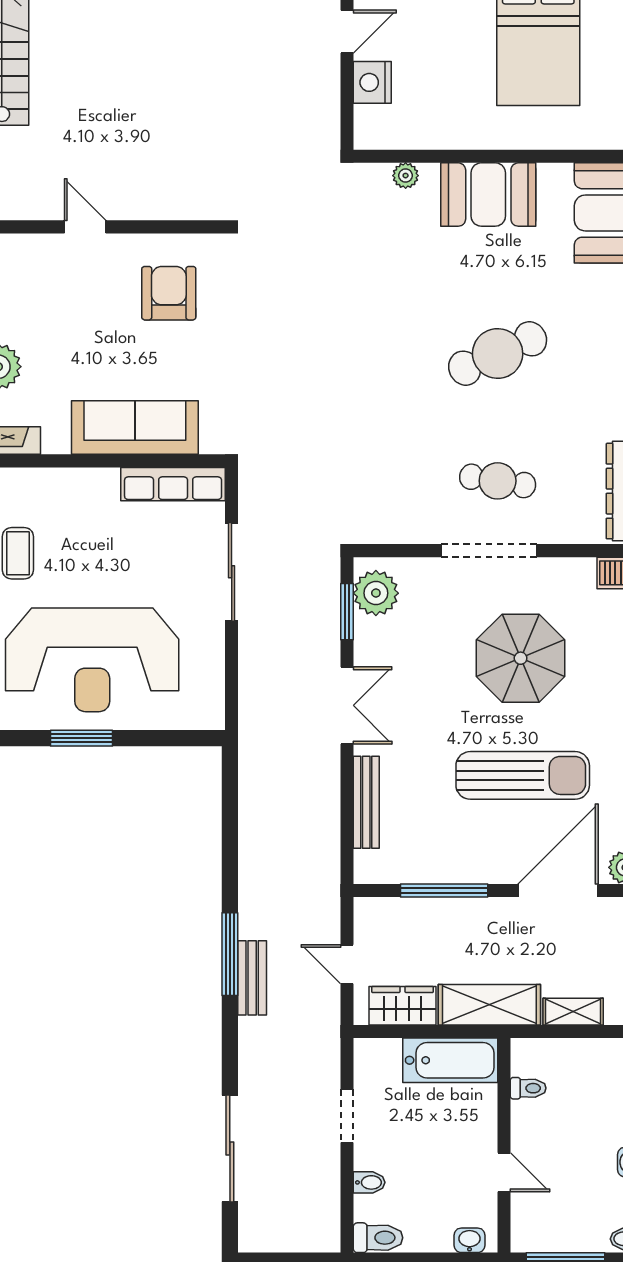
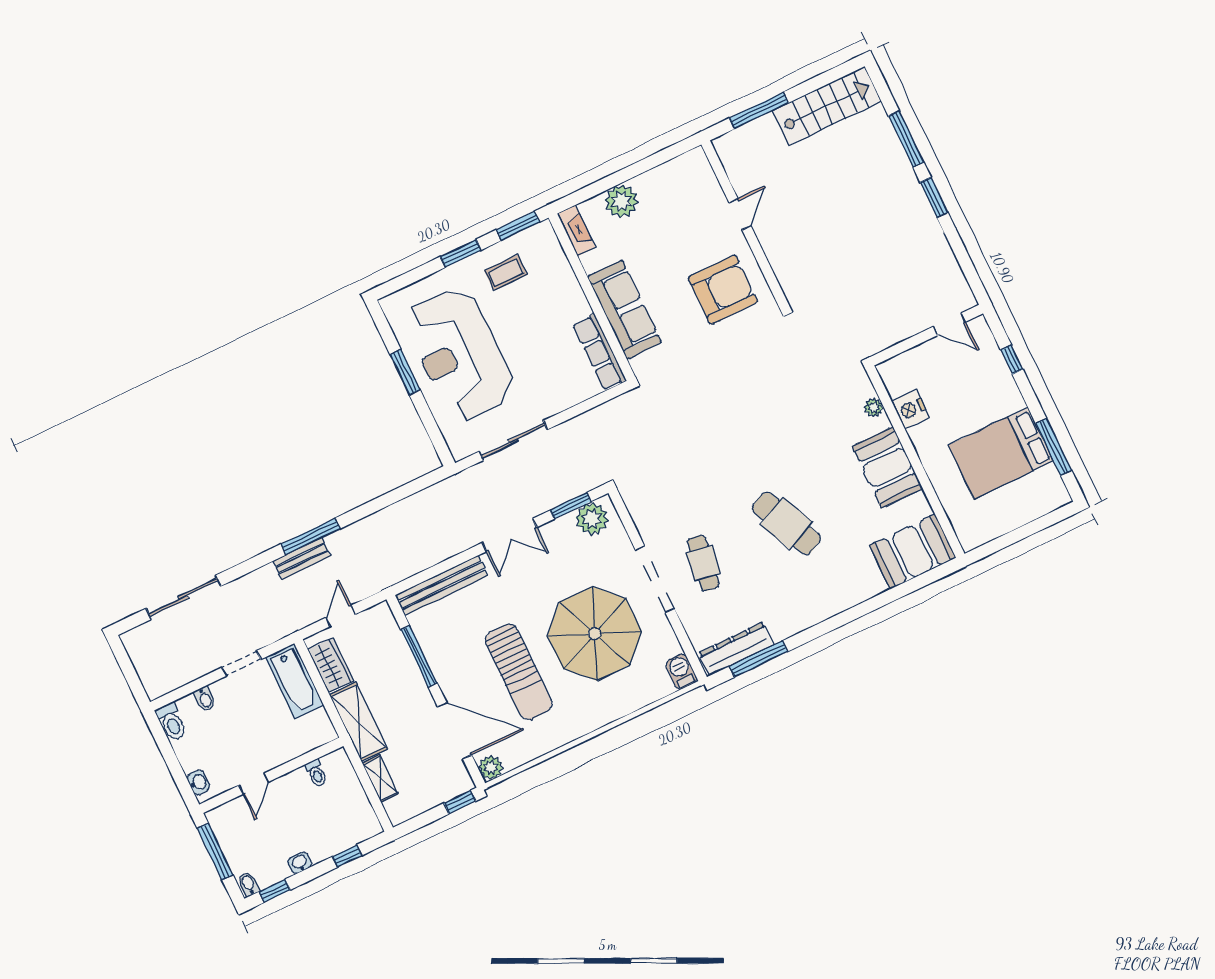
nightstand: (372, 82) -> (910, 409), moved, turned -90
armchair: (169, 293) -> (723, 290), width x1.36, depth x1.36
sliding door: (232, 572) -> (513, 441), moved
parasol: (521, 658) -> (595, 634), width x1.36, depth x1.36
bench: (366, 802) -> (442, 585), width x1.37, depth x1.21
bathtub: (450, 1060) -> (295, 681), moved

